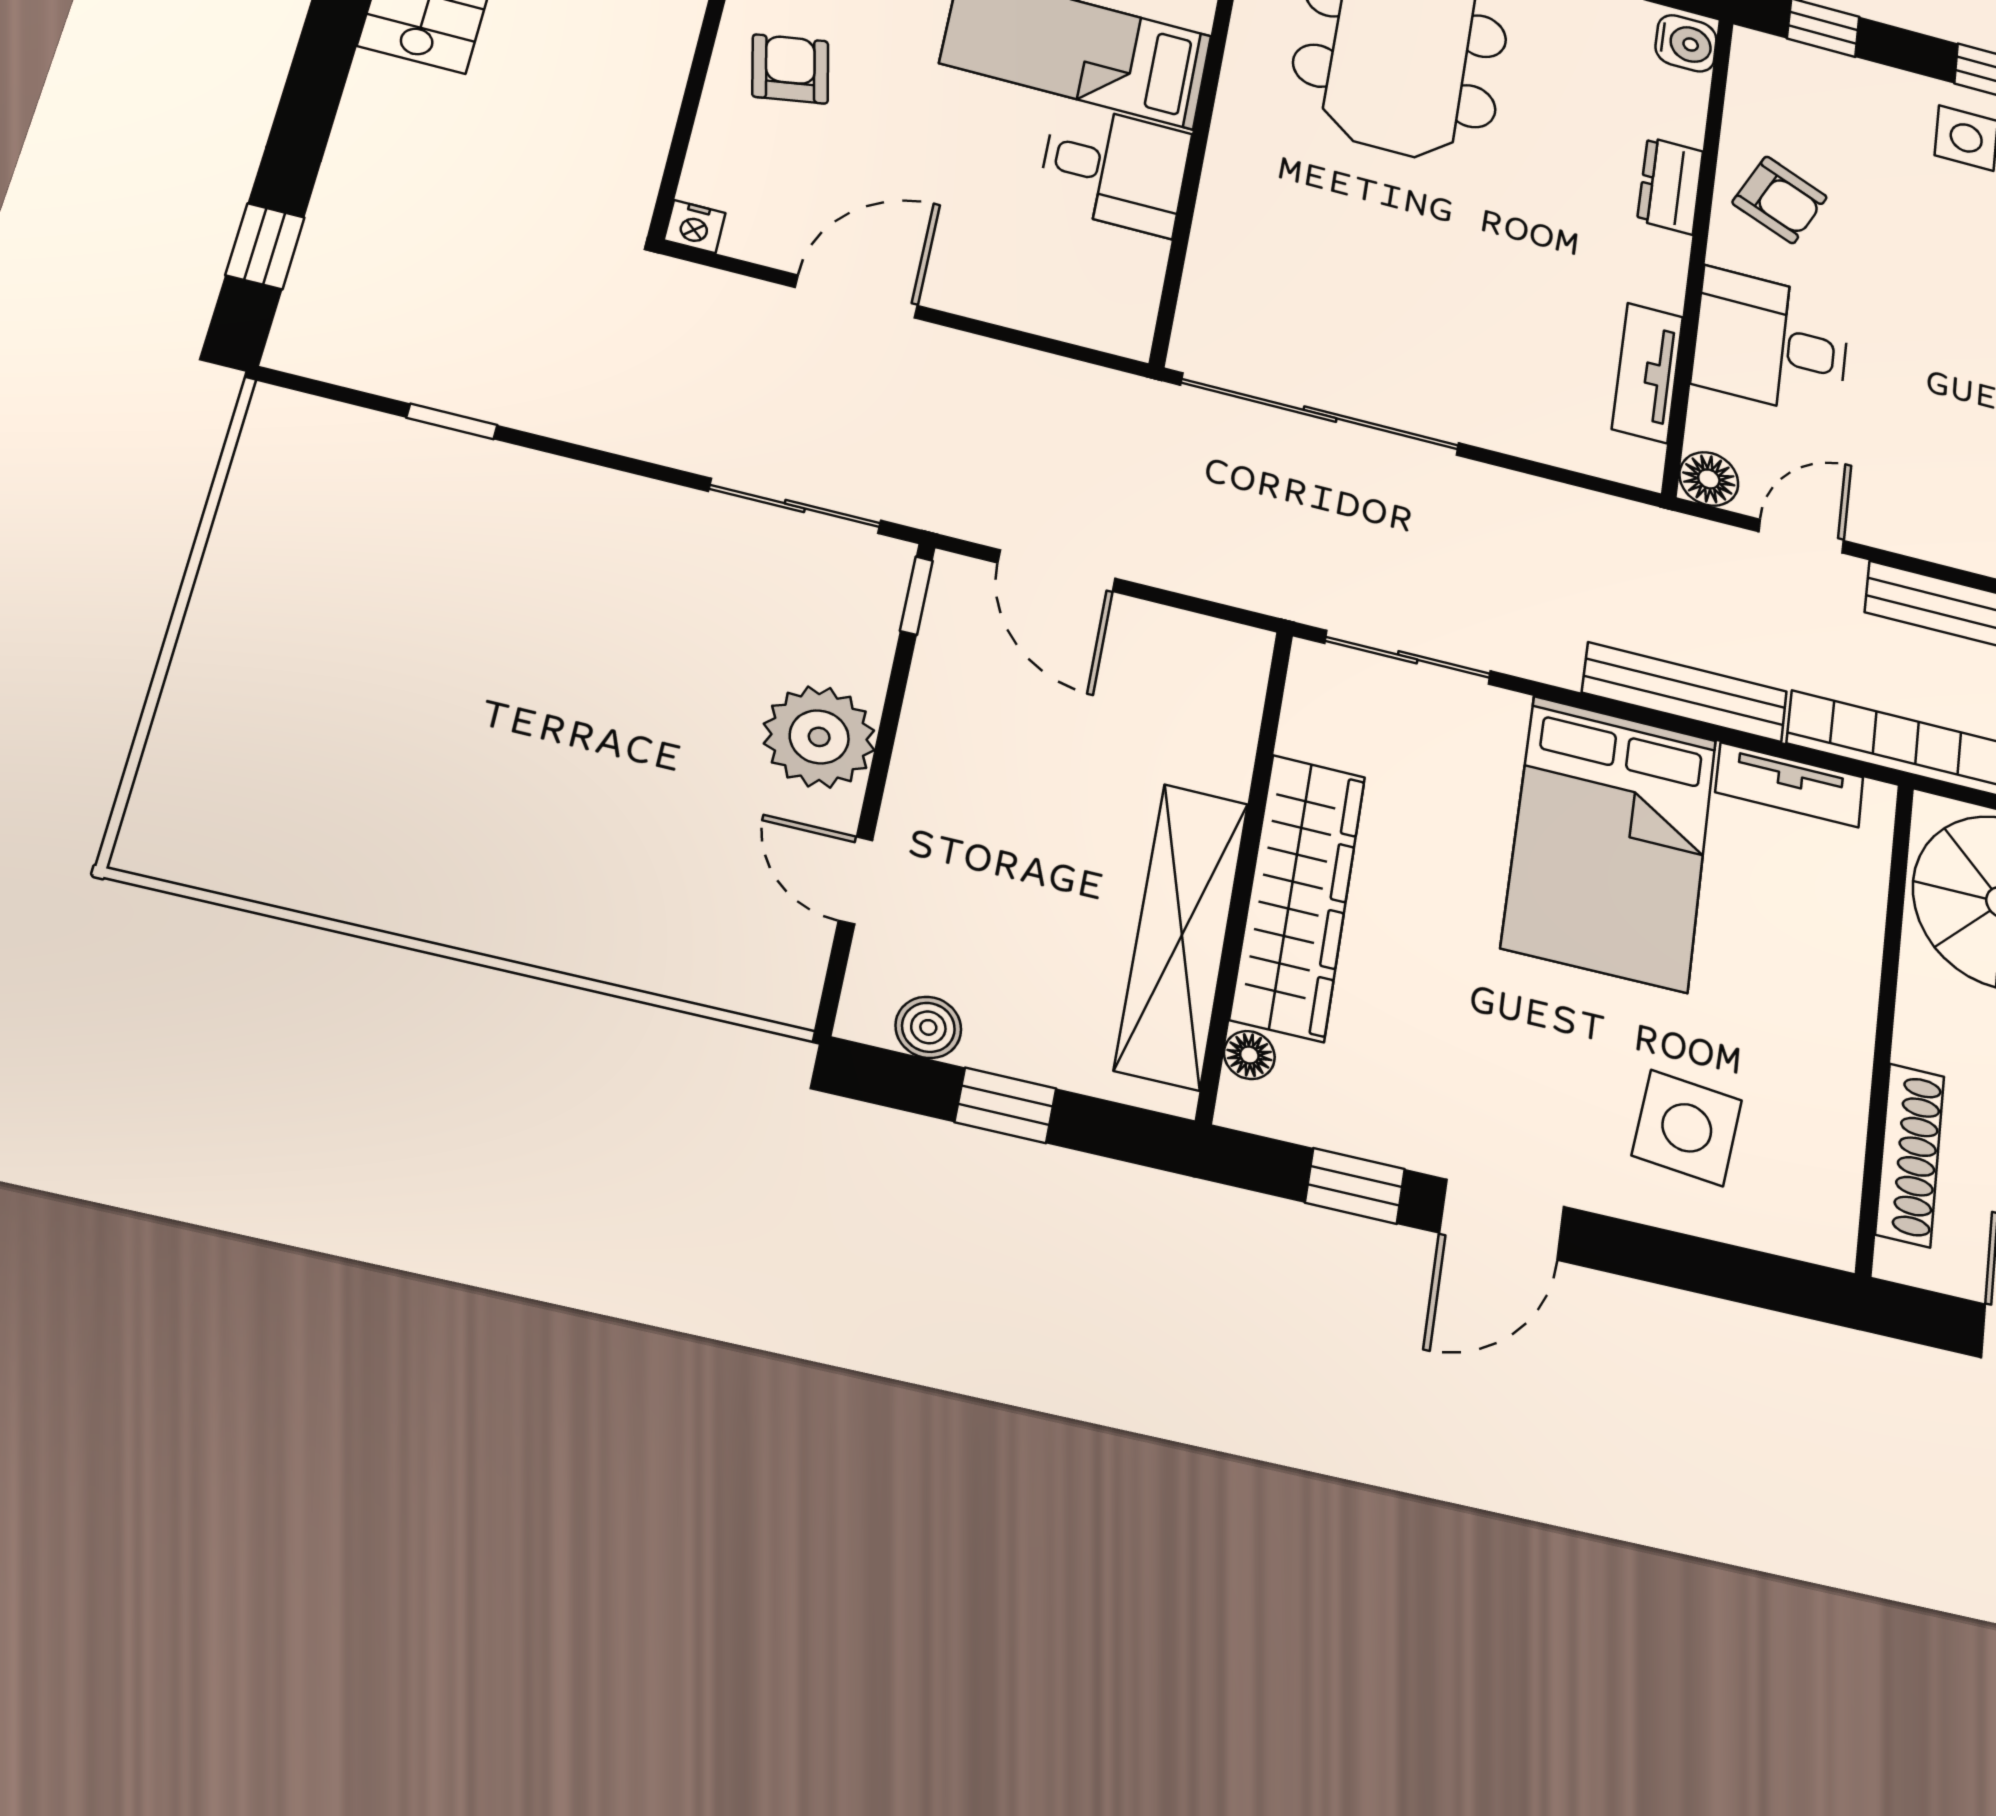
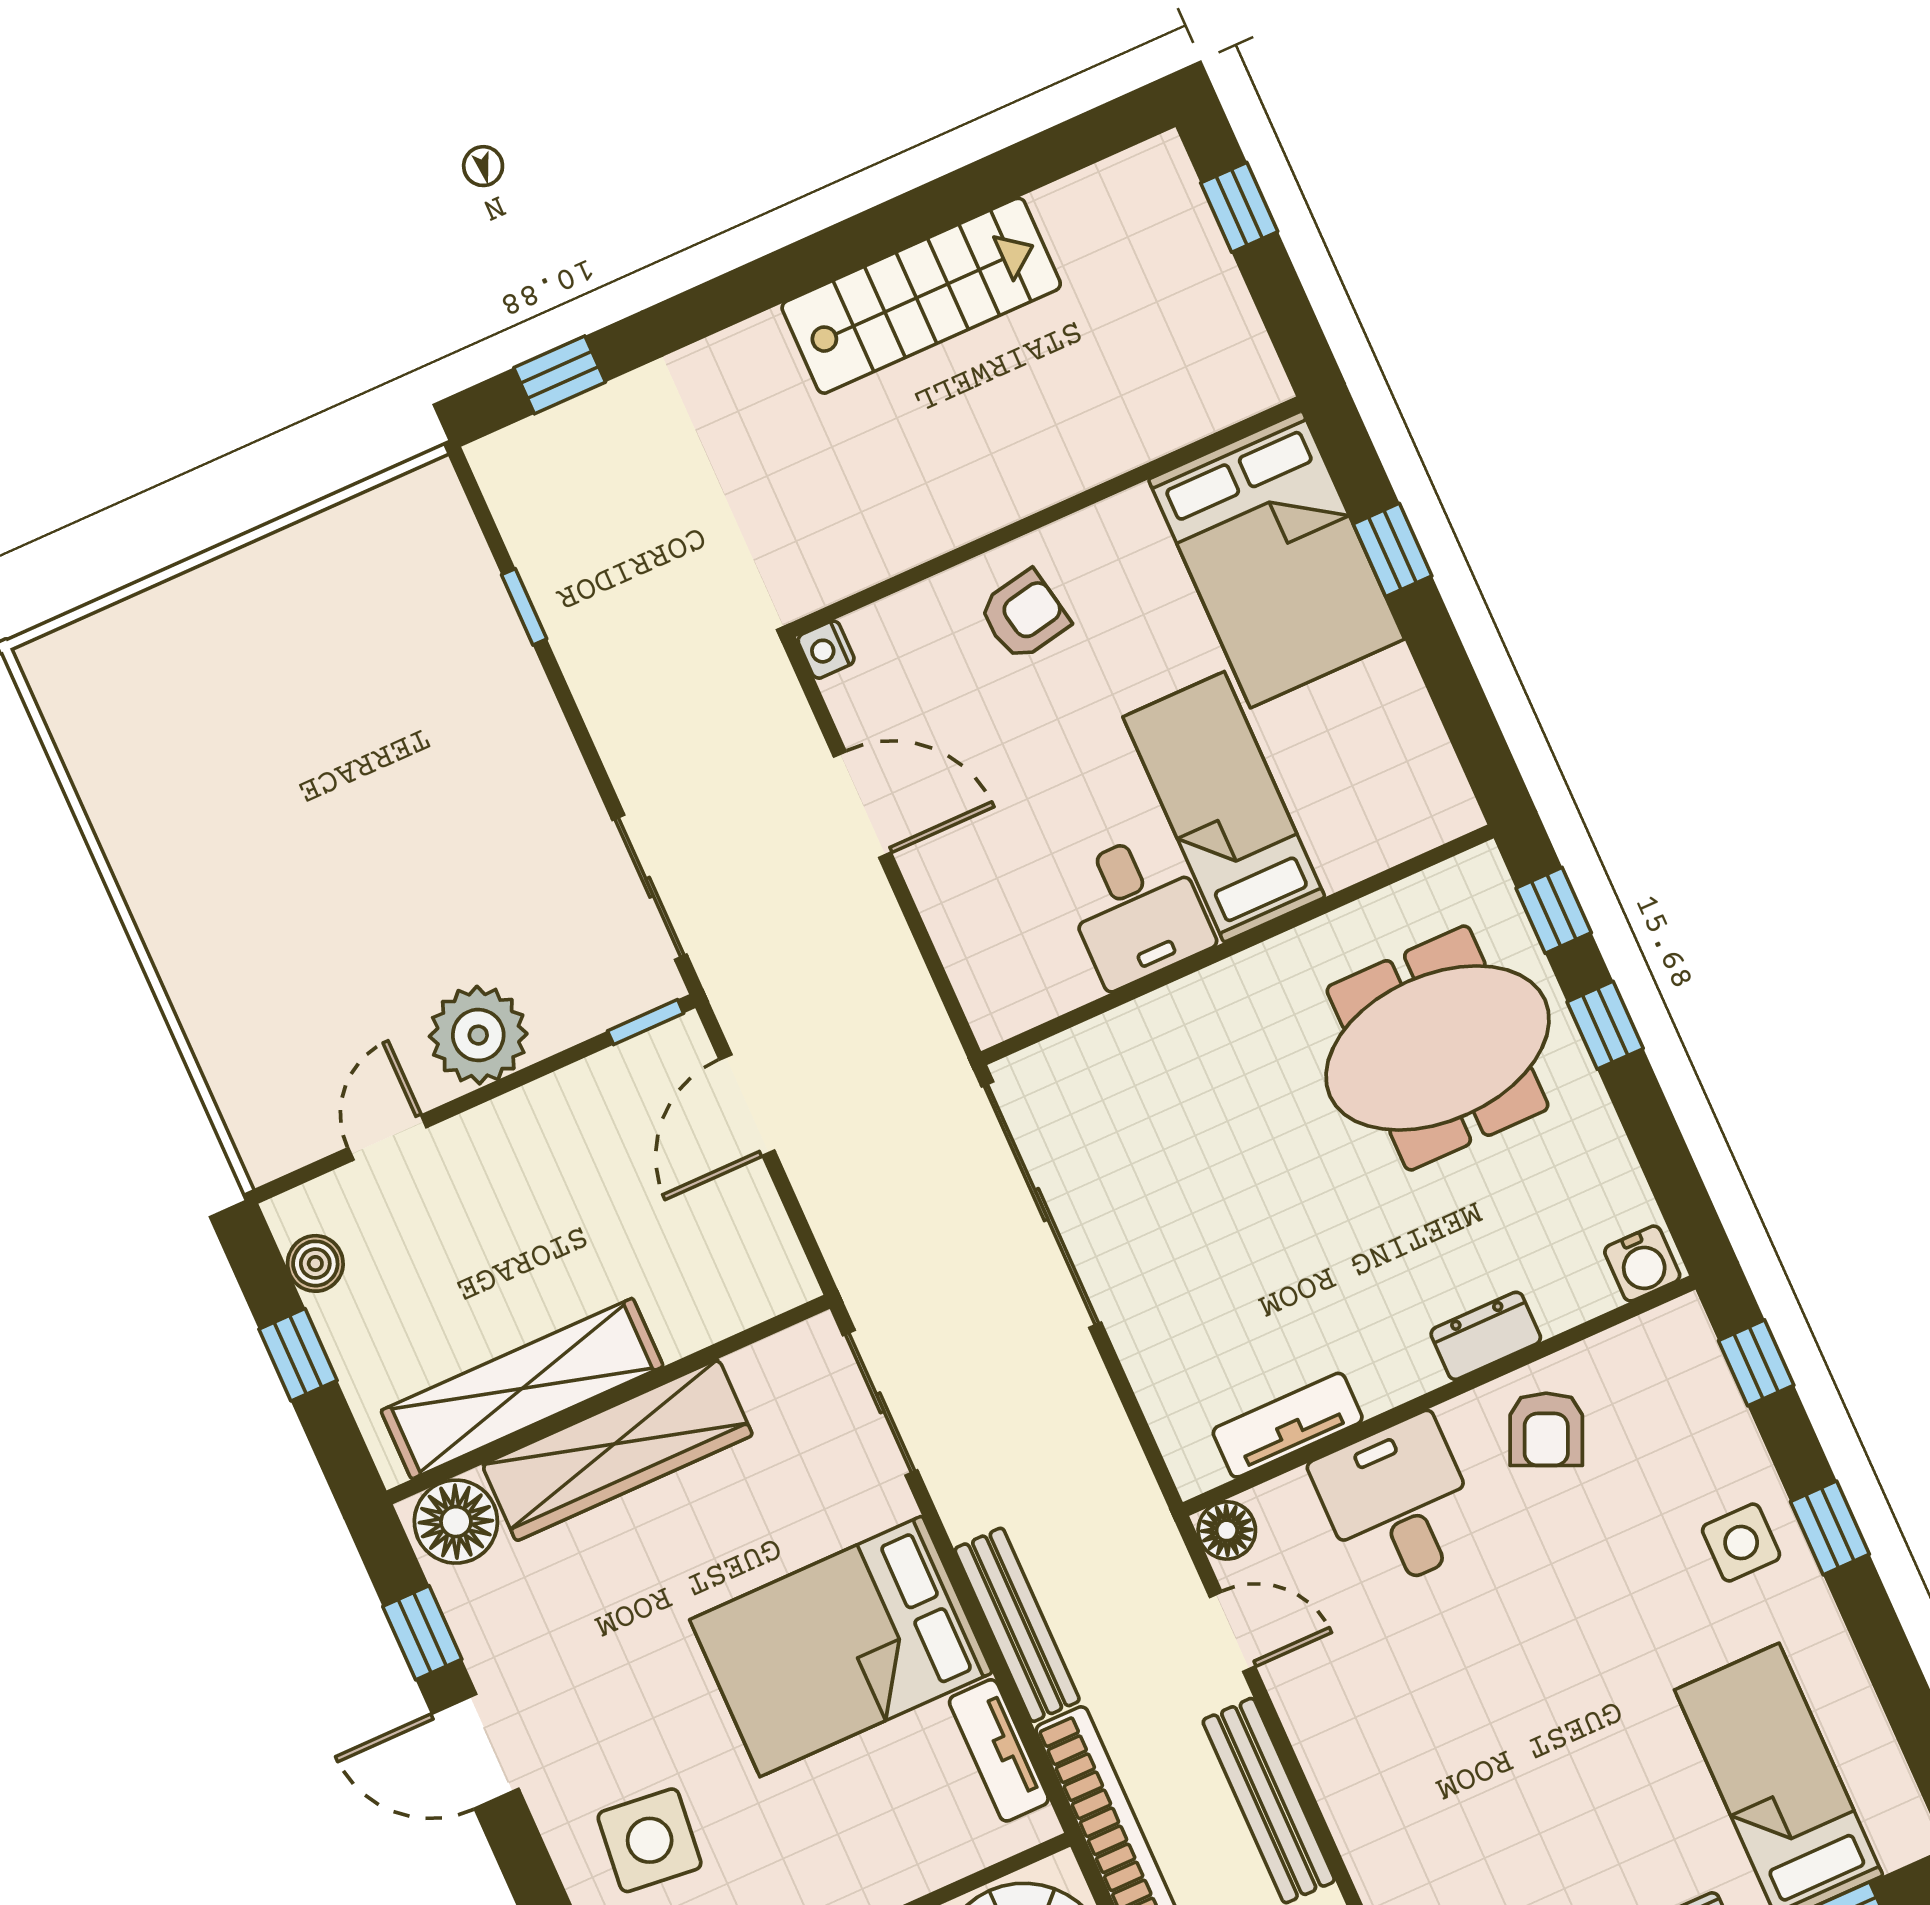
floor lamp: (1249, 1055) -> (456, 1522), width x1.89, depth x1.89

